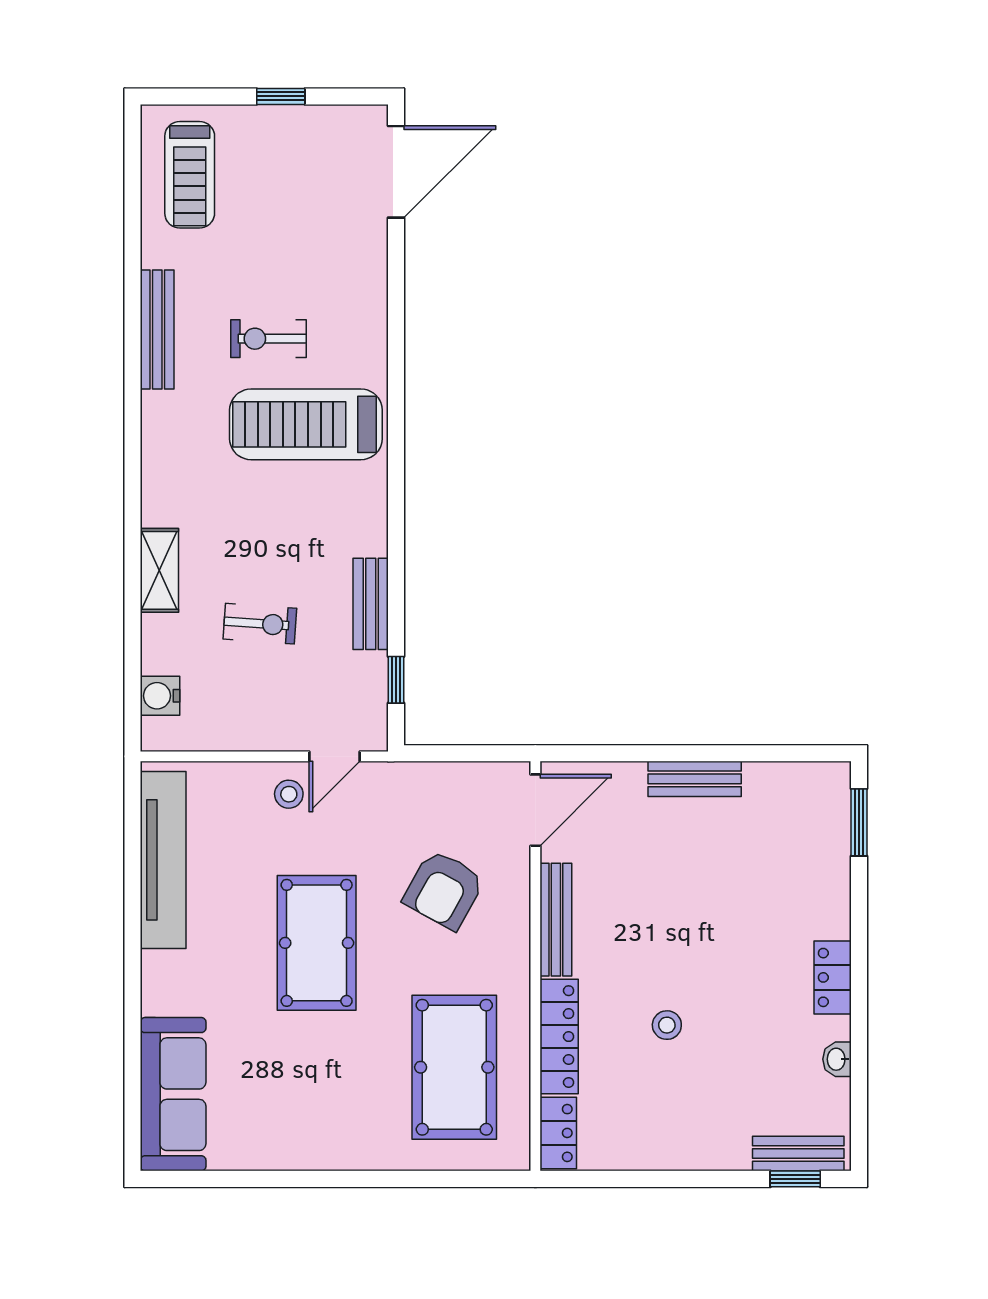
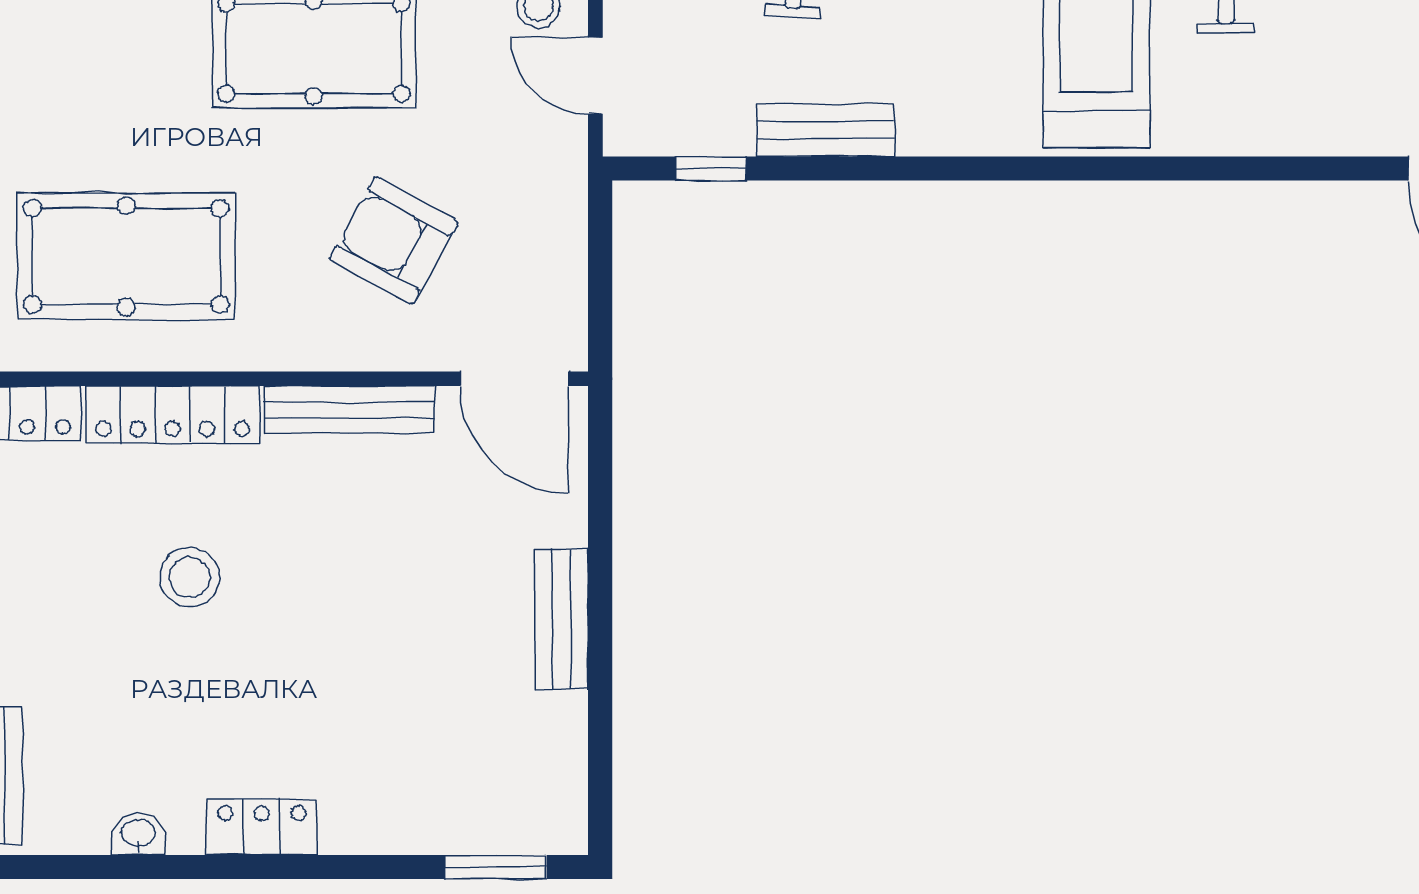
stool: (667, 1025) -> (190, 577), width x1.37, depth x1.37

